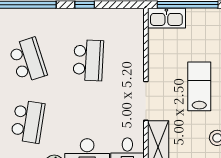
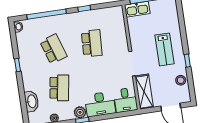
lab bench: (199, 86) -> (164, 49), turned 180

